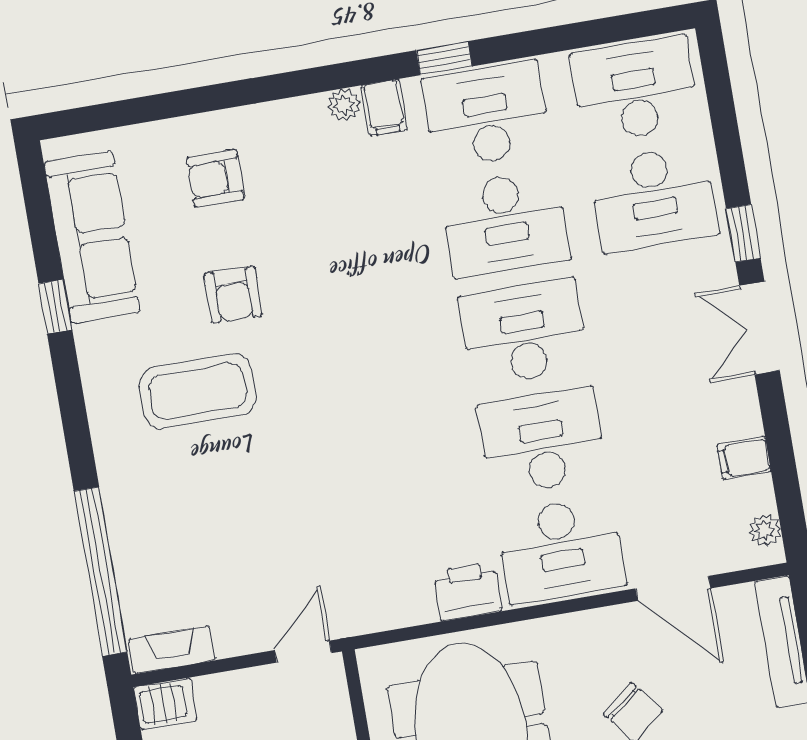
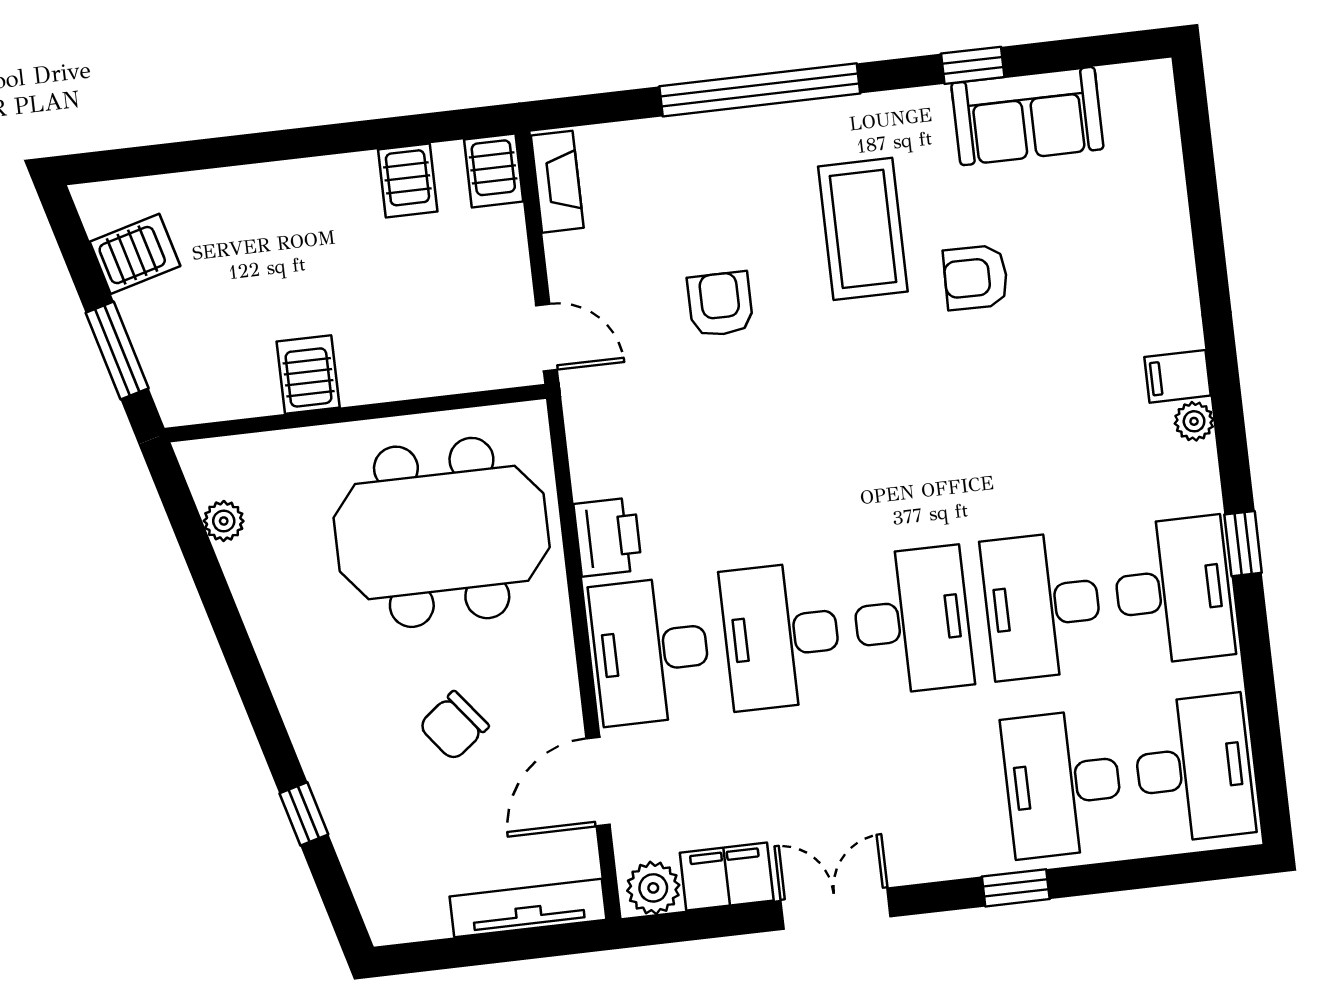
filing cabinet: (384, 108) -> (1177, 376), moved
armchair: (215, 178) -> (720, 304), moved
sofa: (92, 237) -> (1027, 116), width x0.73
double door: (759, 328) -> (836, 909), moved
desk: (542, 441) -> (781, 636), turned 180
filing cabinet: (744, 458) -> (727, 877), width x2.00
plant: (765, 530) -> (653, 888), width x1.38, depth x1.38
window: (101, 572) -> (760, 90), moved

